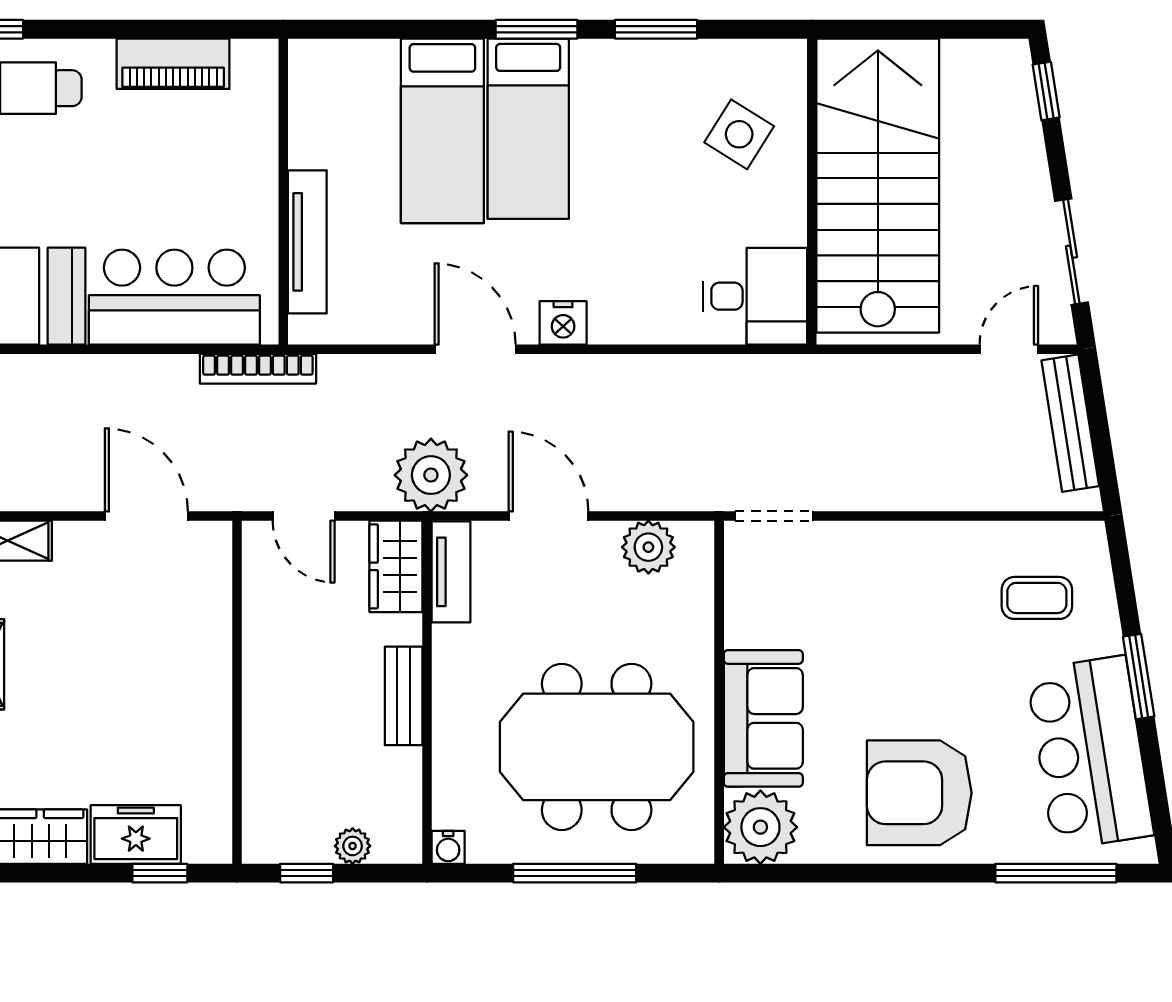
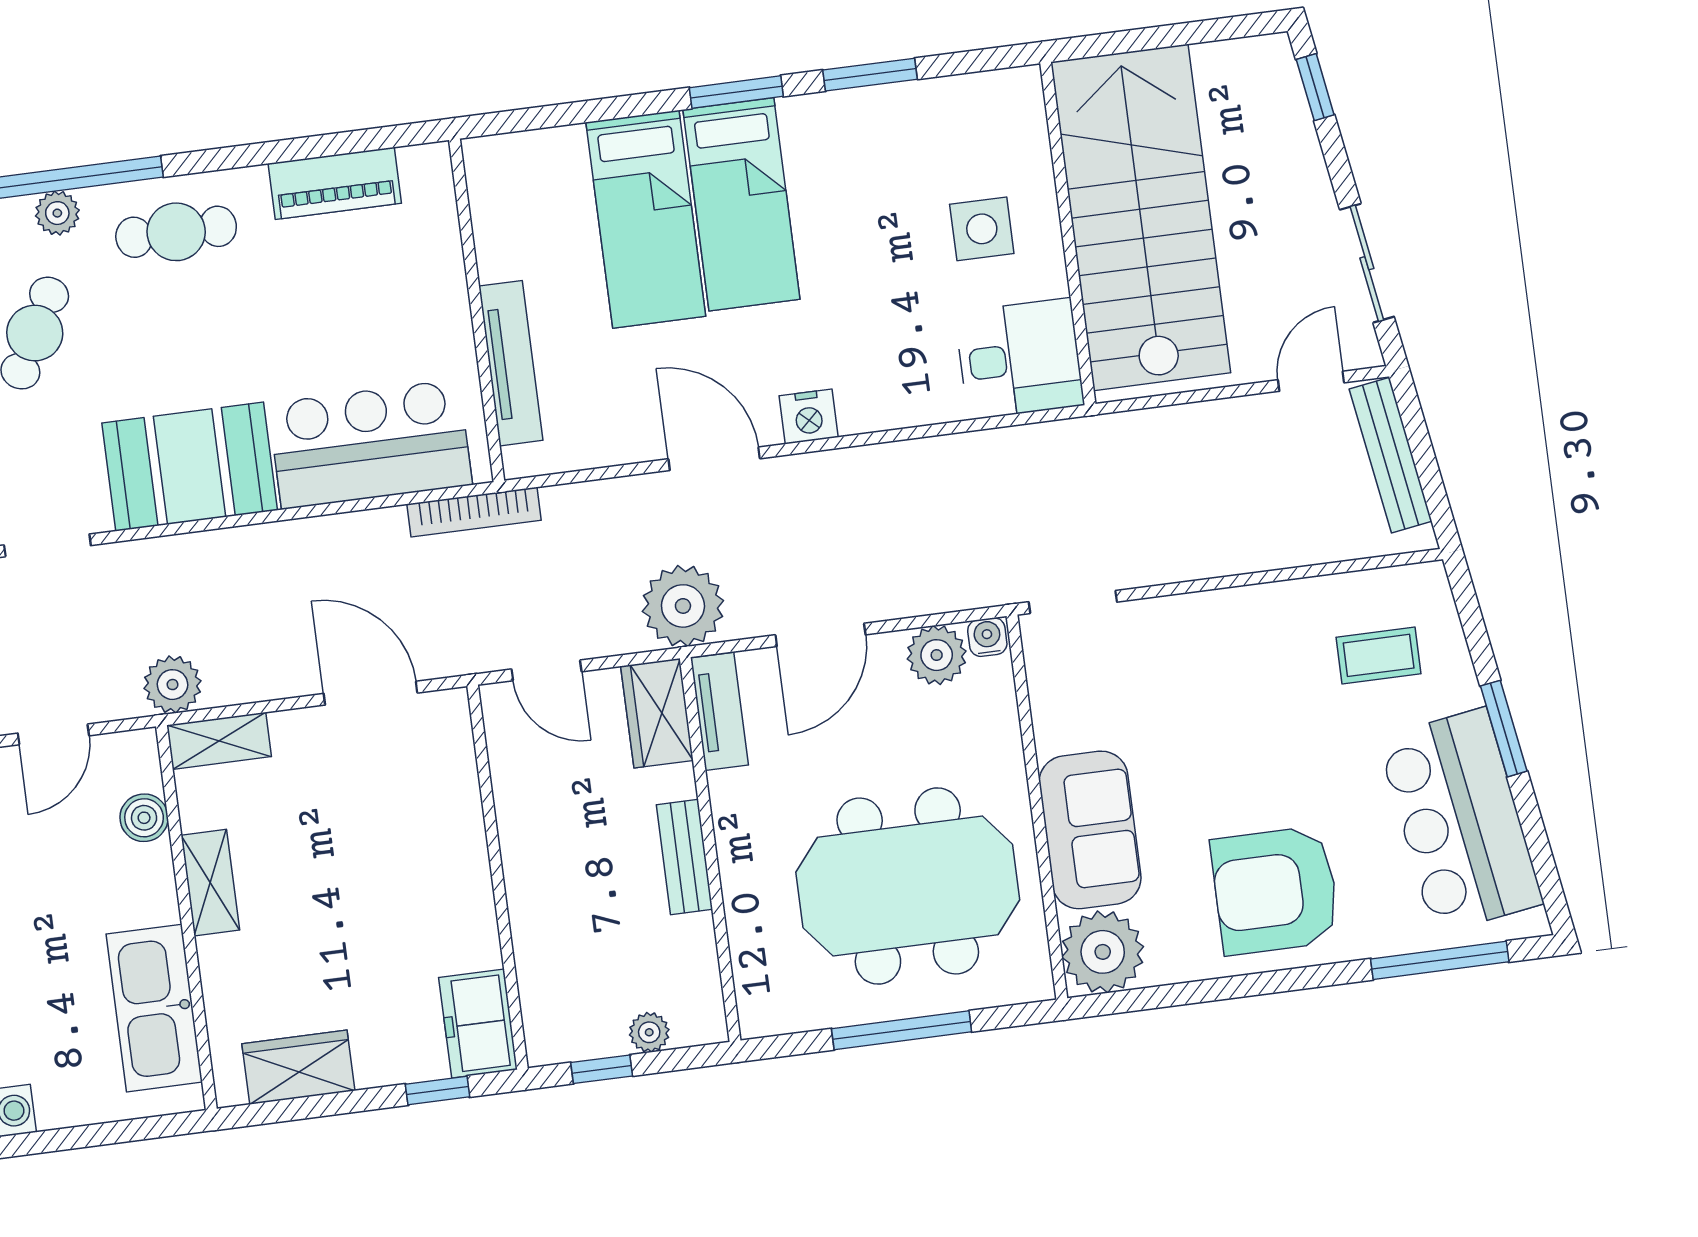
side table: (739, 134) -> (982, 229), moved, turned -32
door: (549, 516) -> (820, 635), swing flipped
freezer: (136, 834) -> (478, 1024), moved, turned -90
water cooler: (448, 847) -> (987, 637), moved, turned 180

